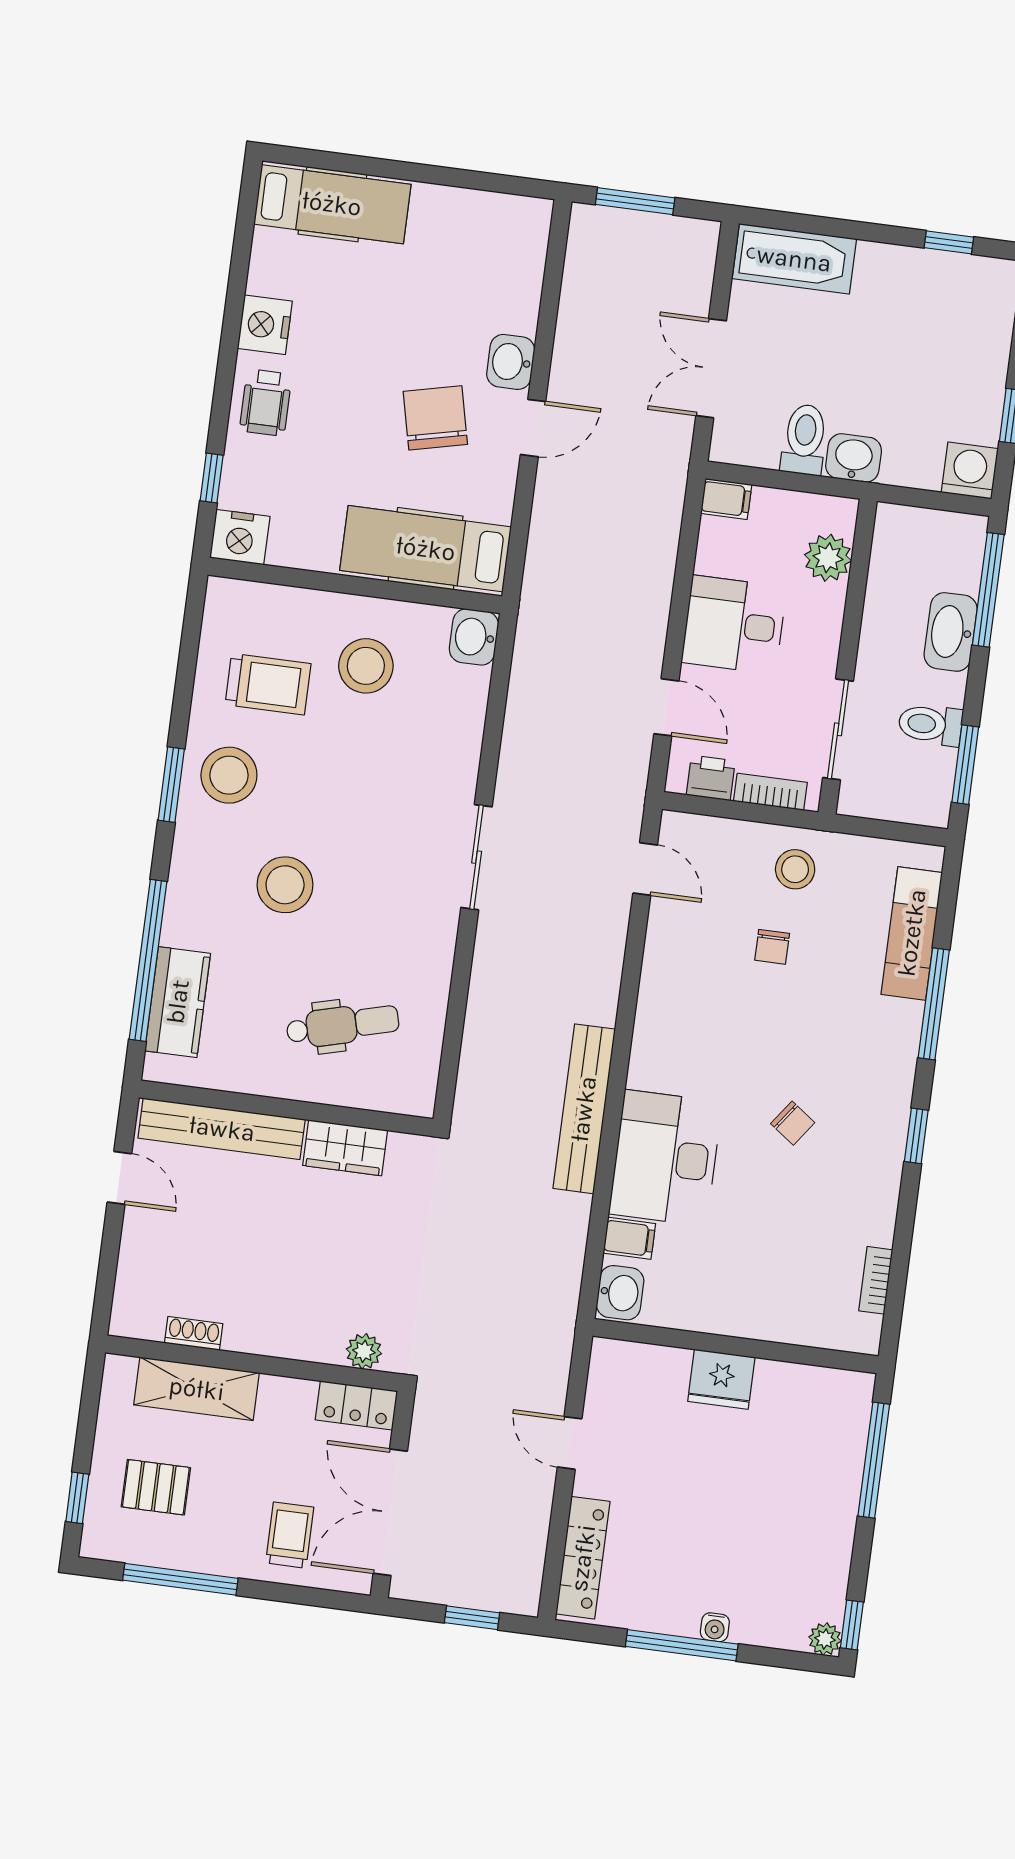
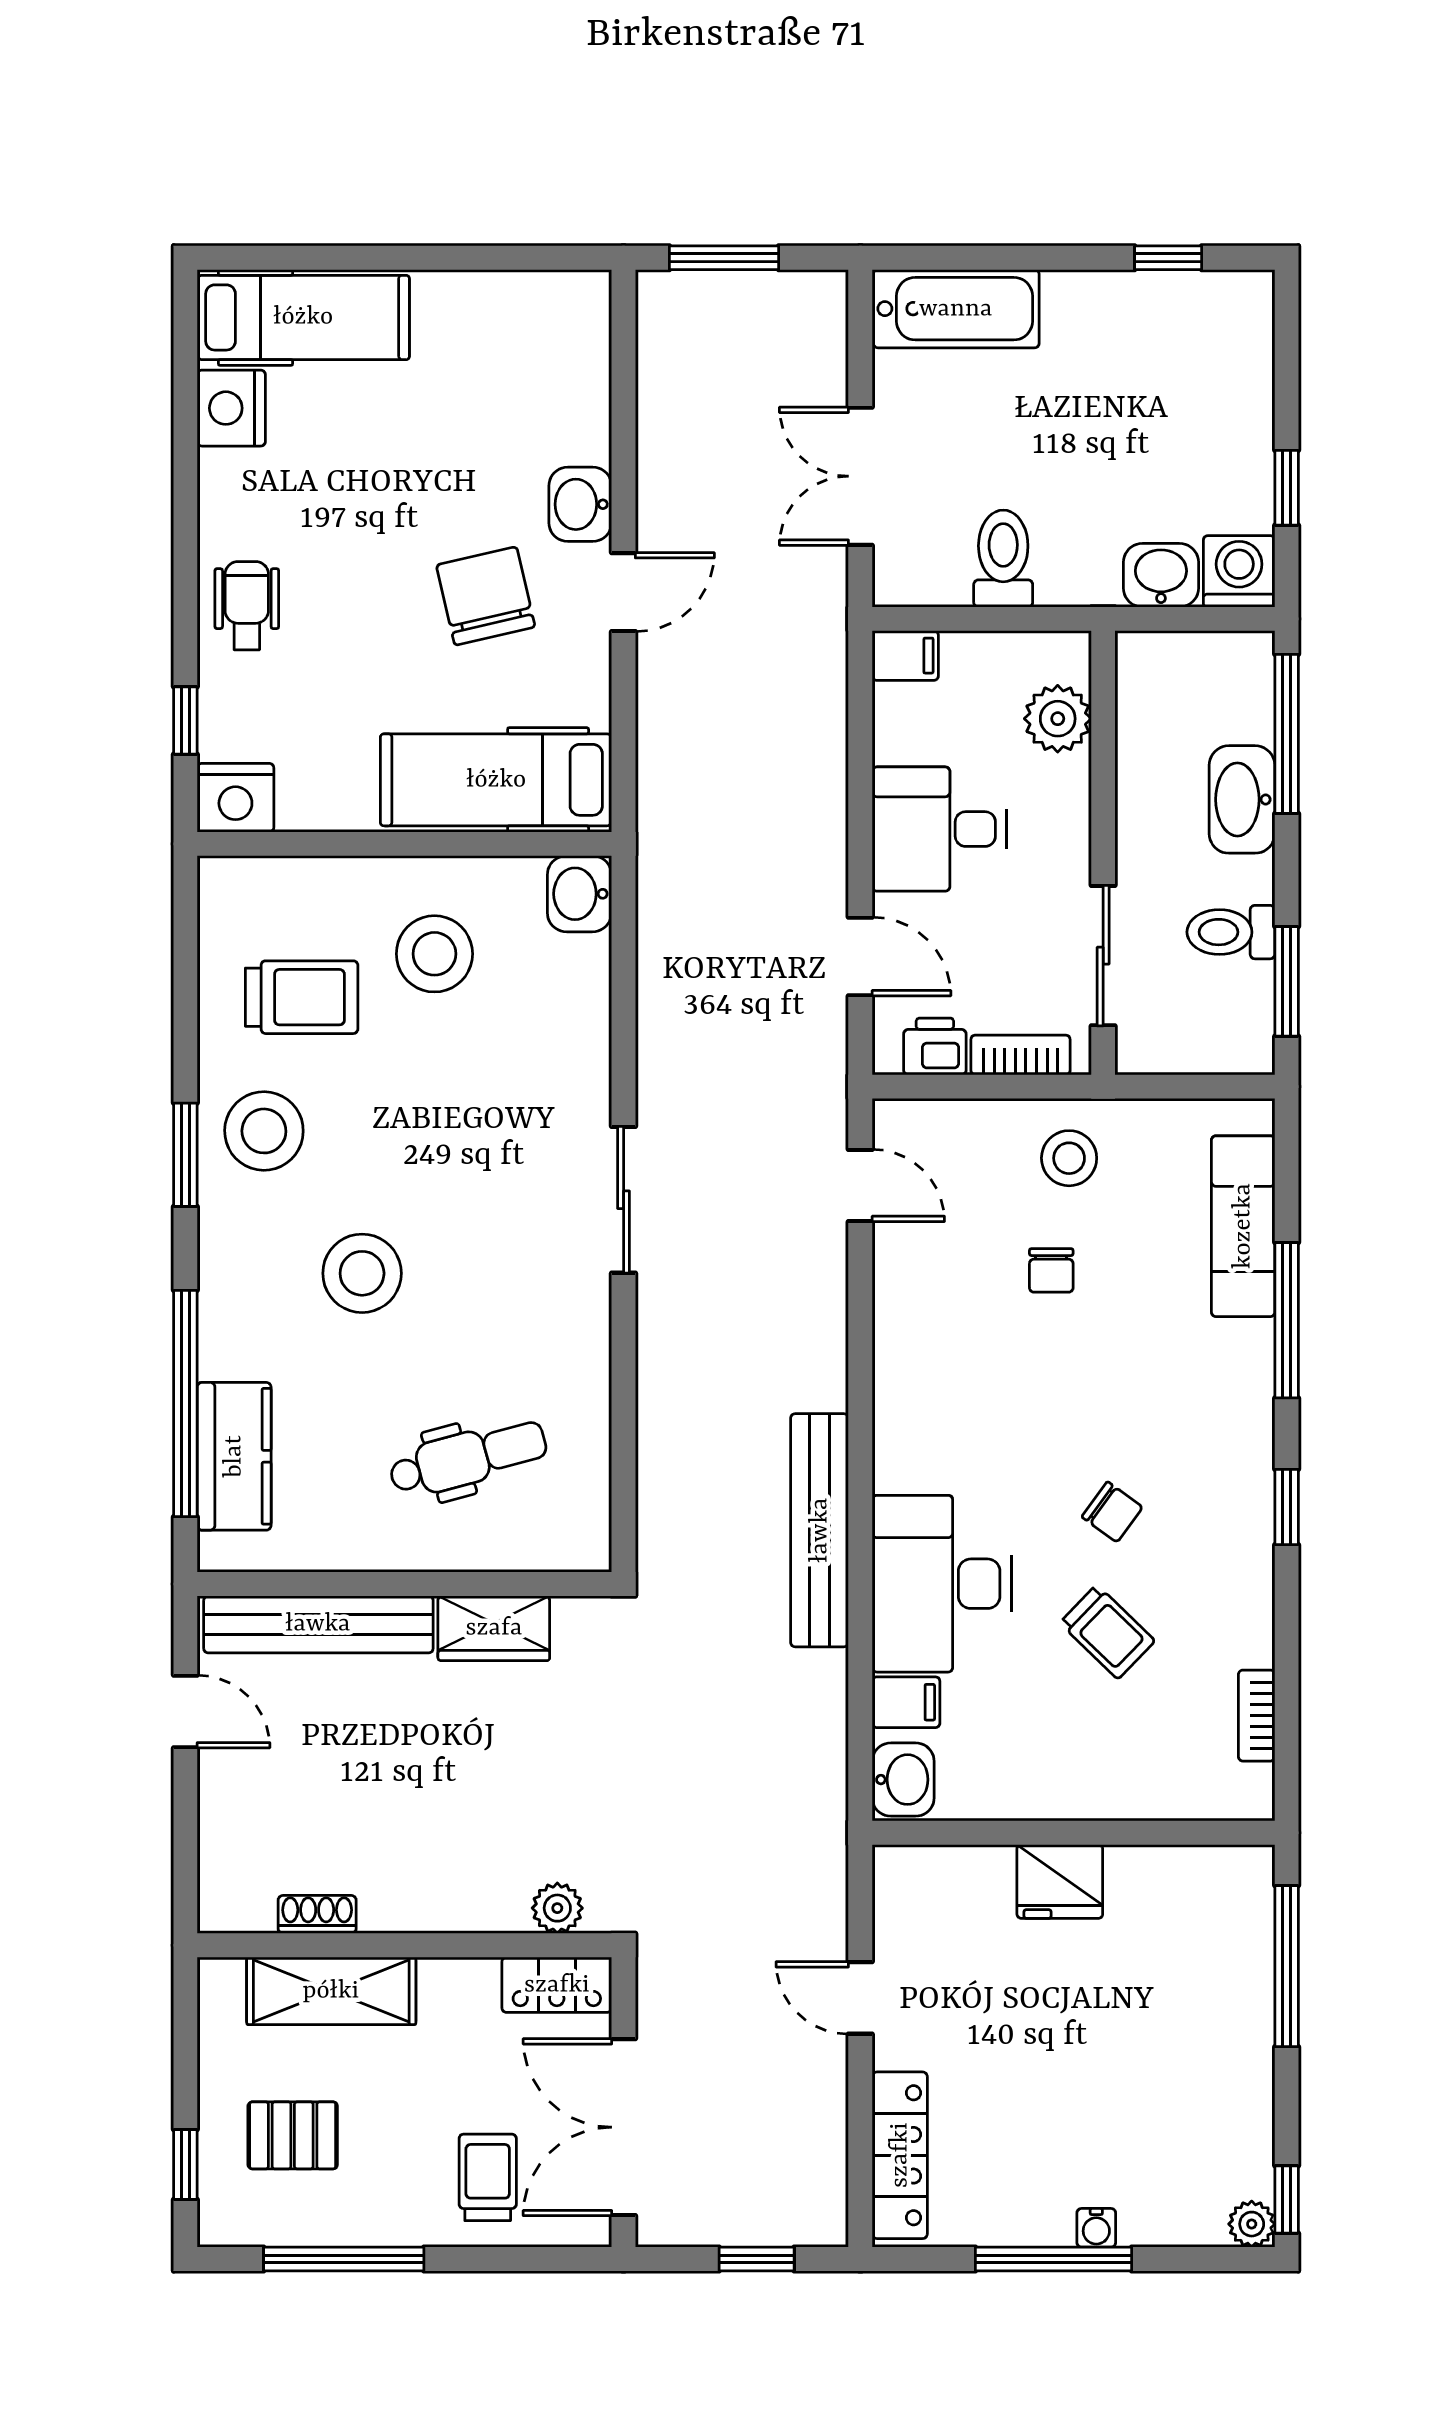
nightstand: (265, 325) -> (231, 408), moved
wheelchair: (266, 403) -> (247, 606), turned 180
washbasin: (854, 458) -> (1161, 575), moved
trolley: (778, 1207) -> (1107, 1632), added

